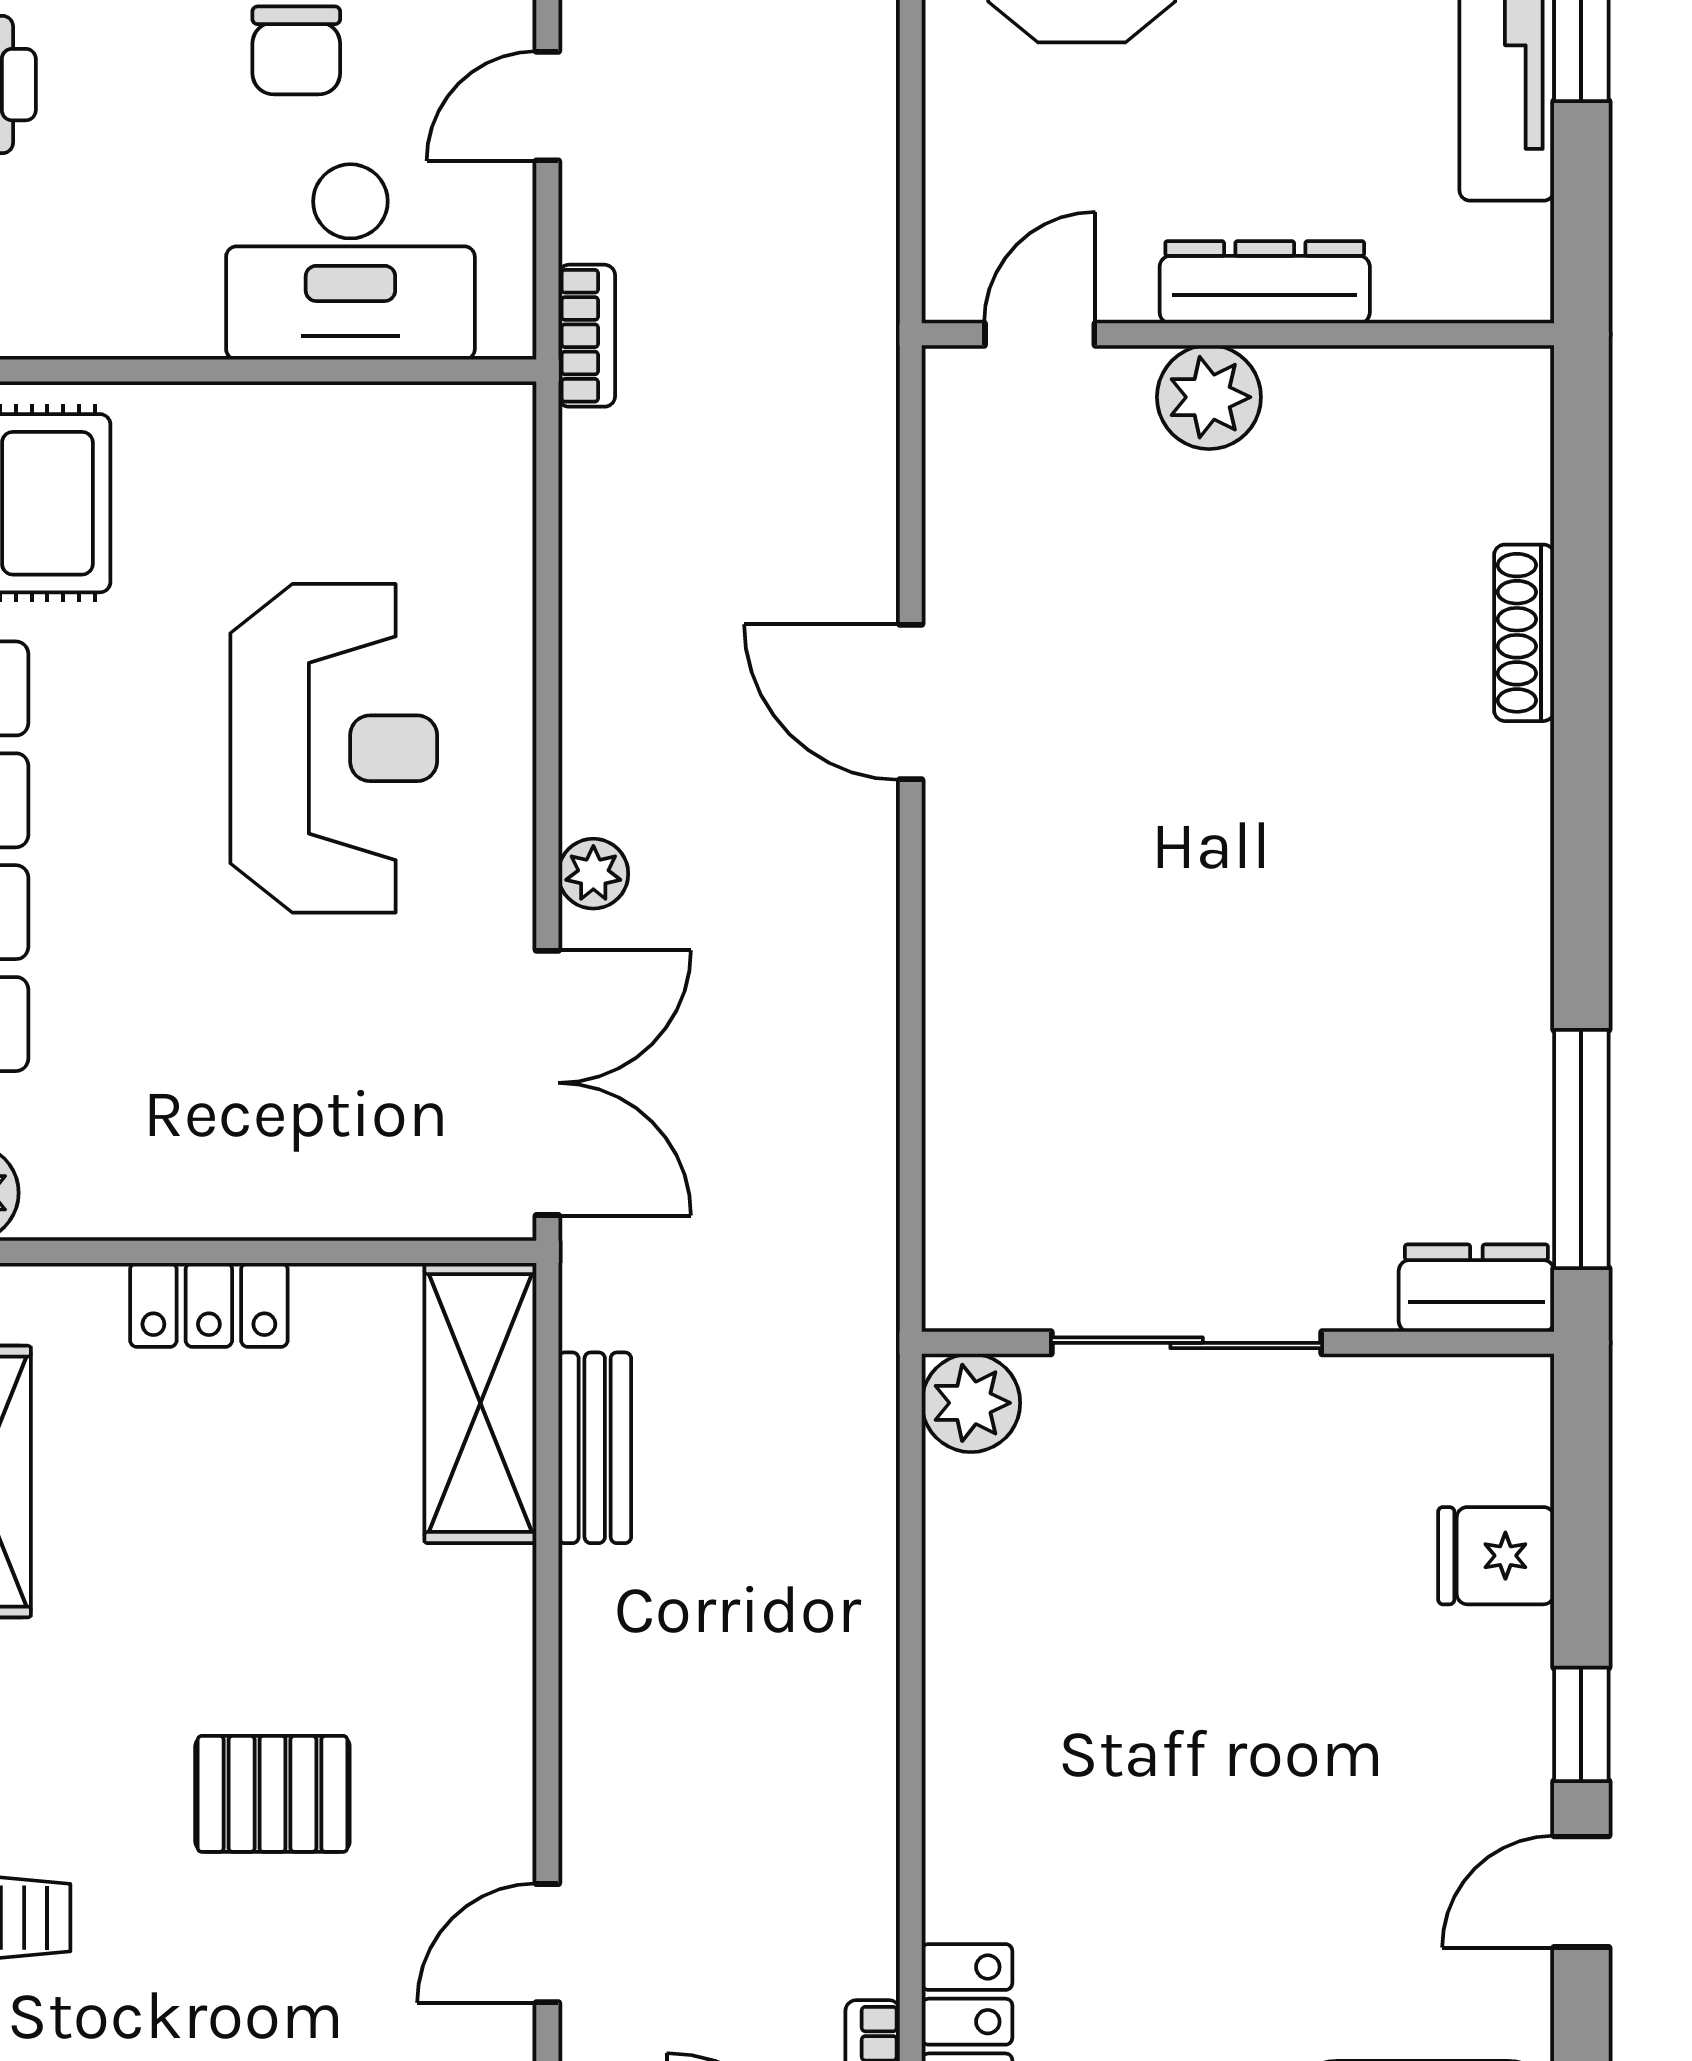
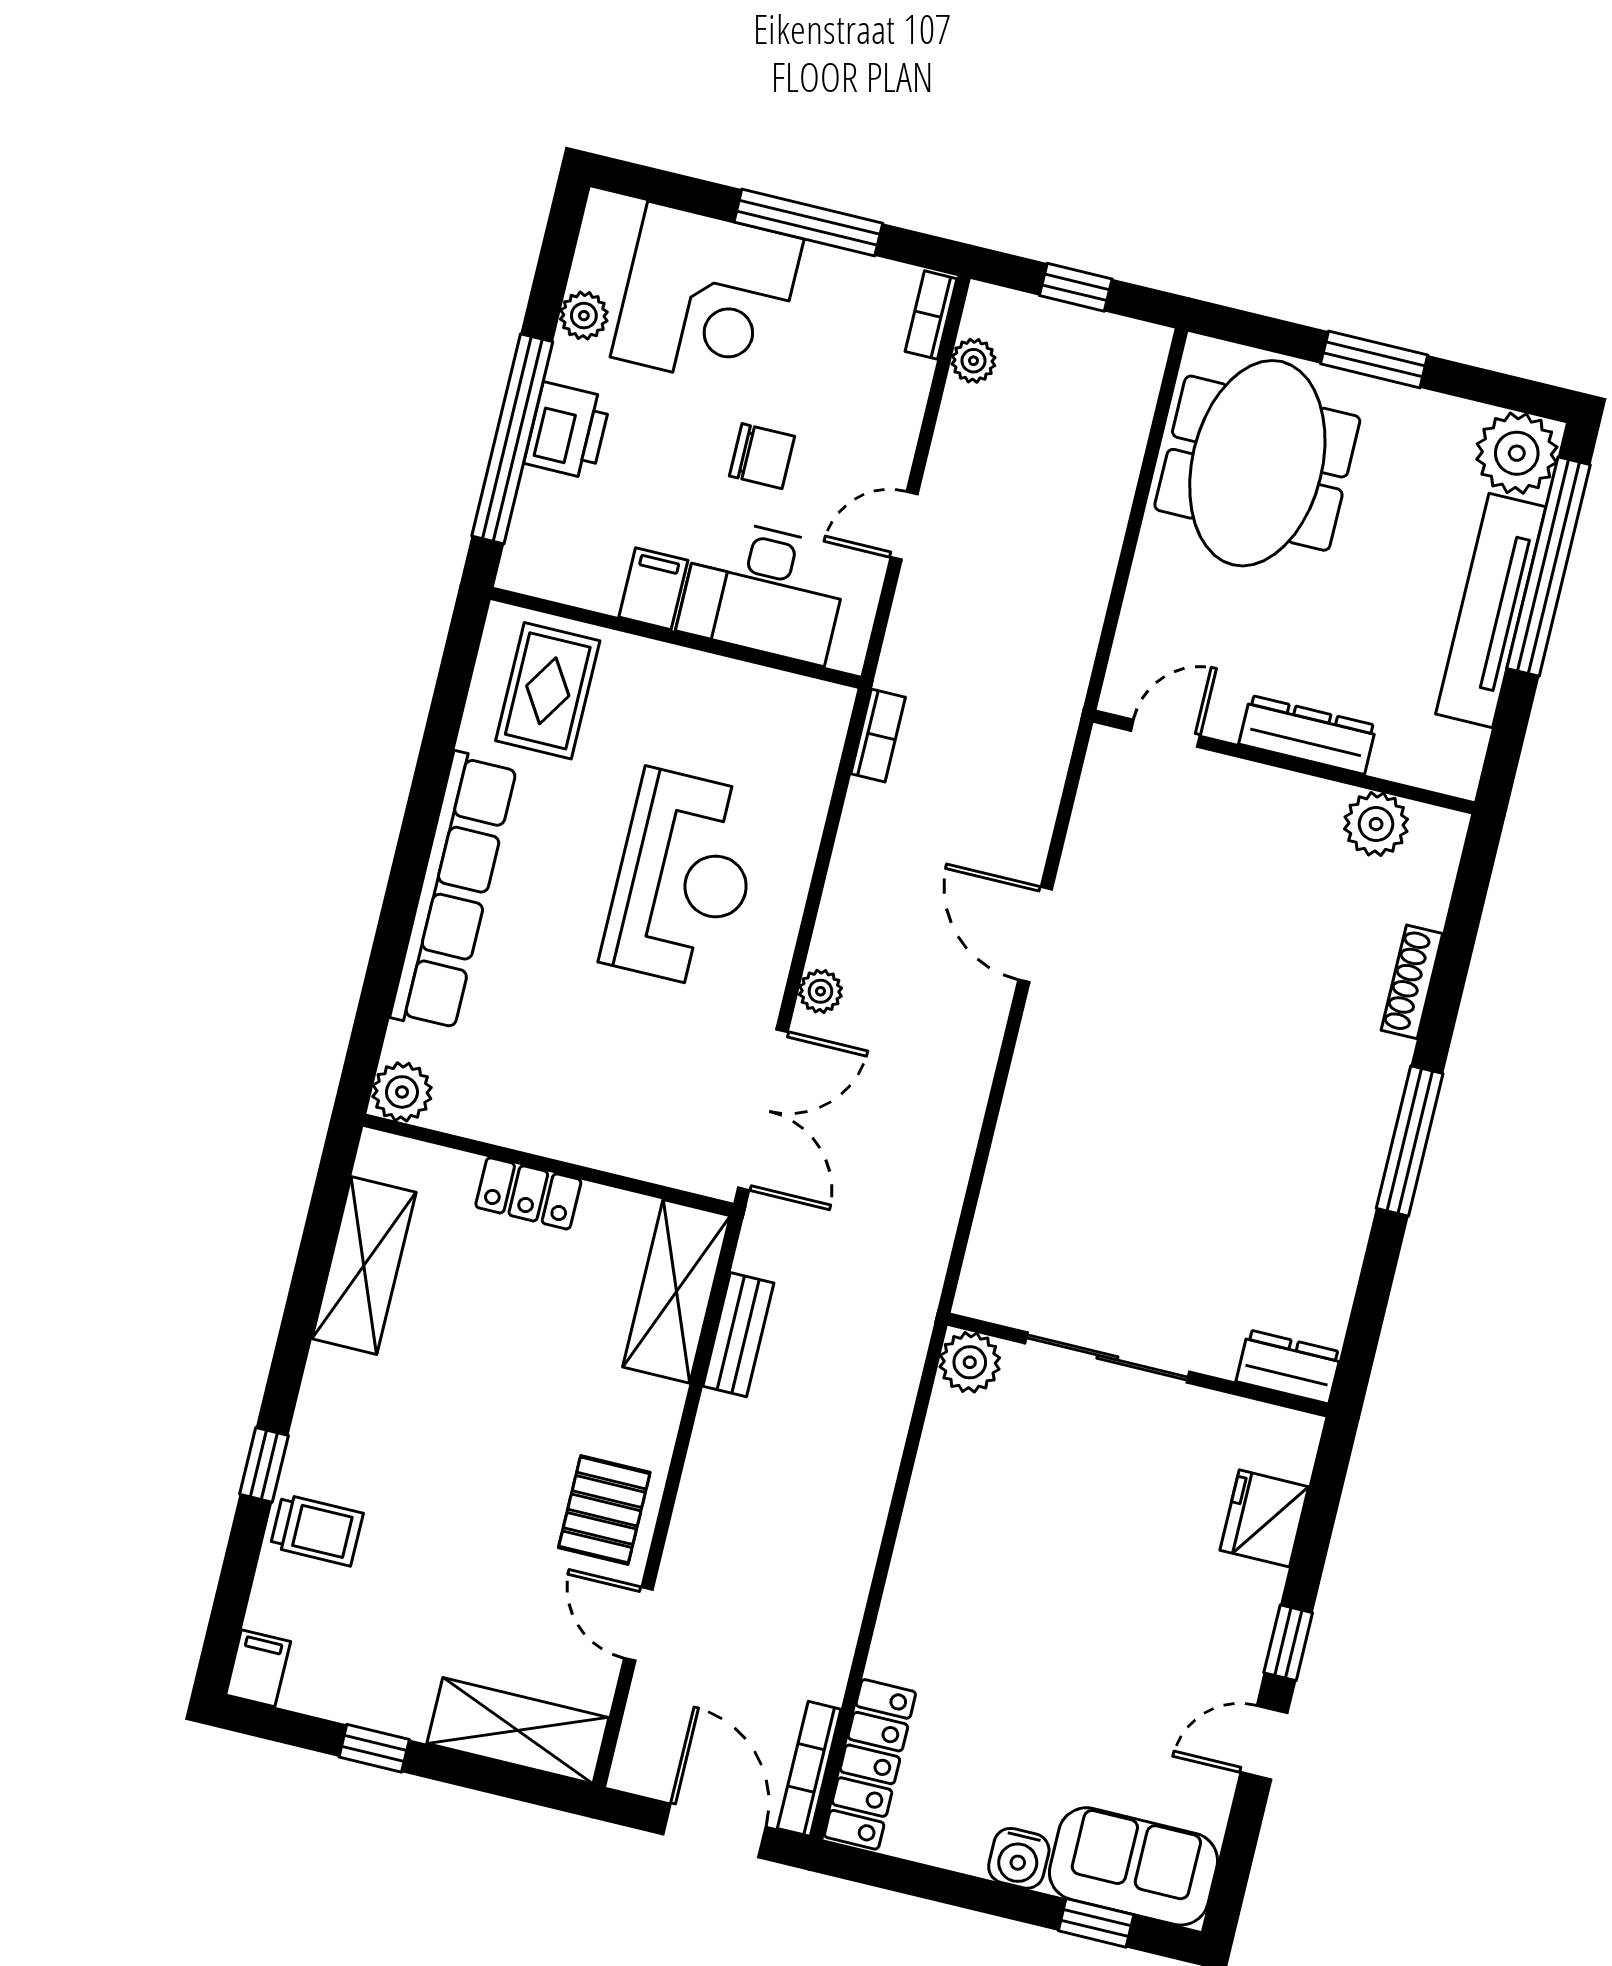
chair: (296, 50) -> (762, 456), turned -90
filing cabinet: (175, 301) -> (653, 589), added
bookcase: (587, 336) -> (878, 736), moved
plant: (1209, 397) -> (1376, 824), moved
window: (1581, 1149) -> (1410, 1141), moved
fridge: (1496, 1556) -> (1264, 1518), width x1.38
pallet: (272, 1794) -> (604, 1510), moved, turned 90
door: (547, 1943) -> (638, 1624), hinge flipped

